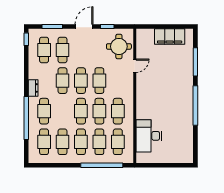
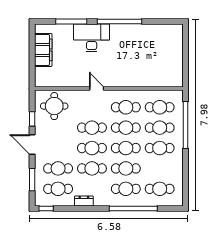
door: (135, 66) -> (97, 89), moved
dresser: (33, 88) -> (84, 201), moved
desk: (149, 136) -> (92, 38), moved, turned 180
cafe table: (62, 142) -> (126, 168), moved

